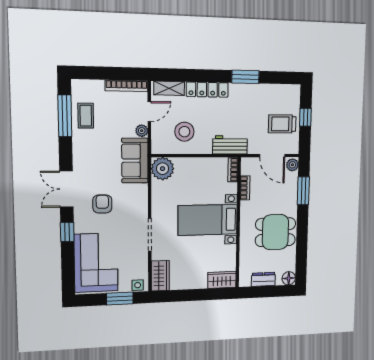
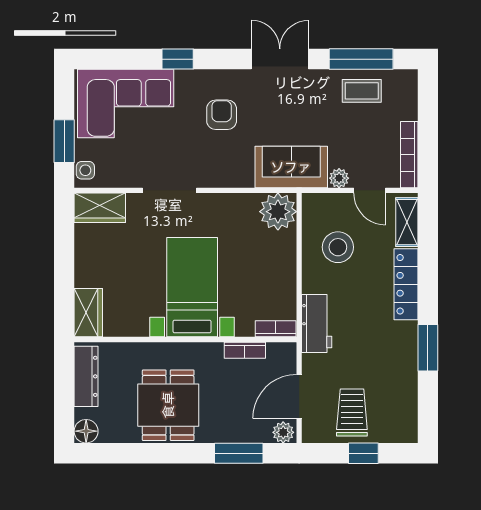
double door: (66, 189) -> (280, 59), moved
armchair: (102, 204) -> (222, 115), turned -90
dresser: (263, 279) -> (86, 376), width x1.44

